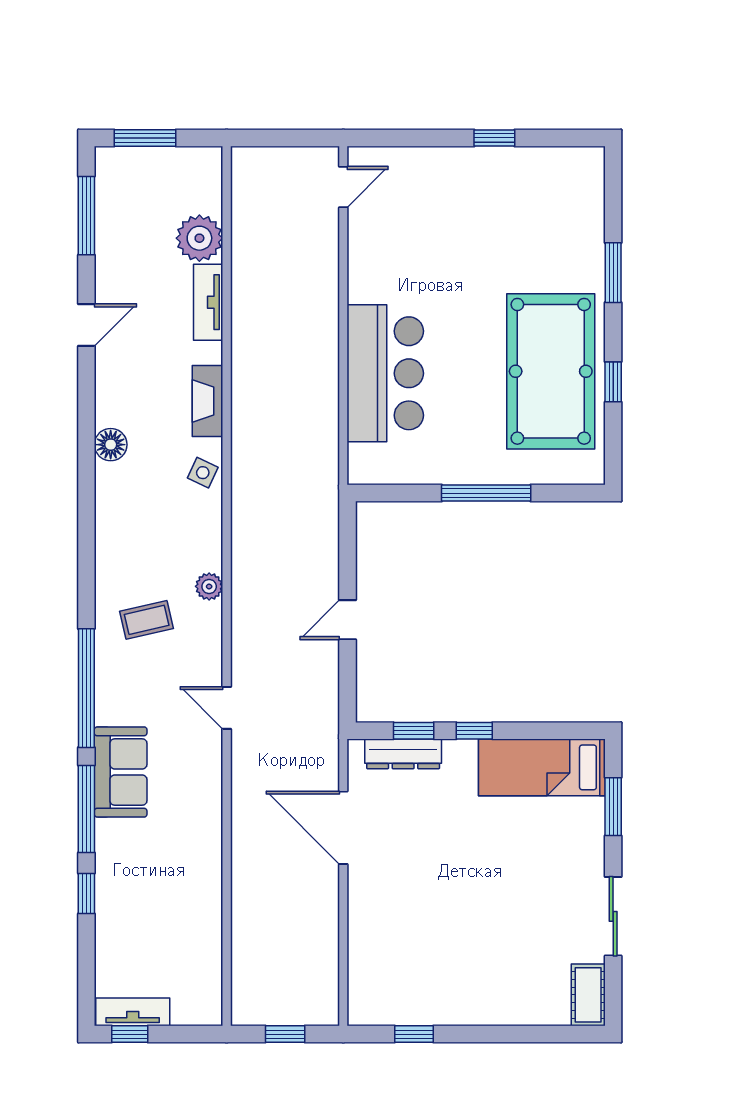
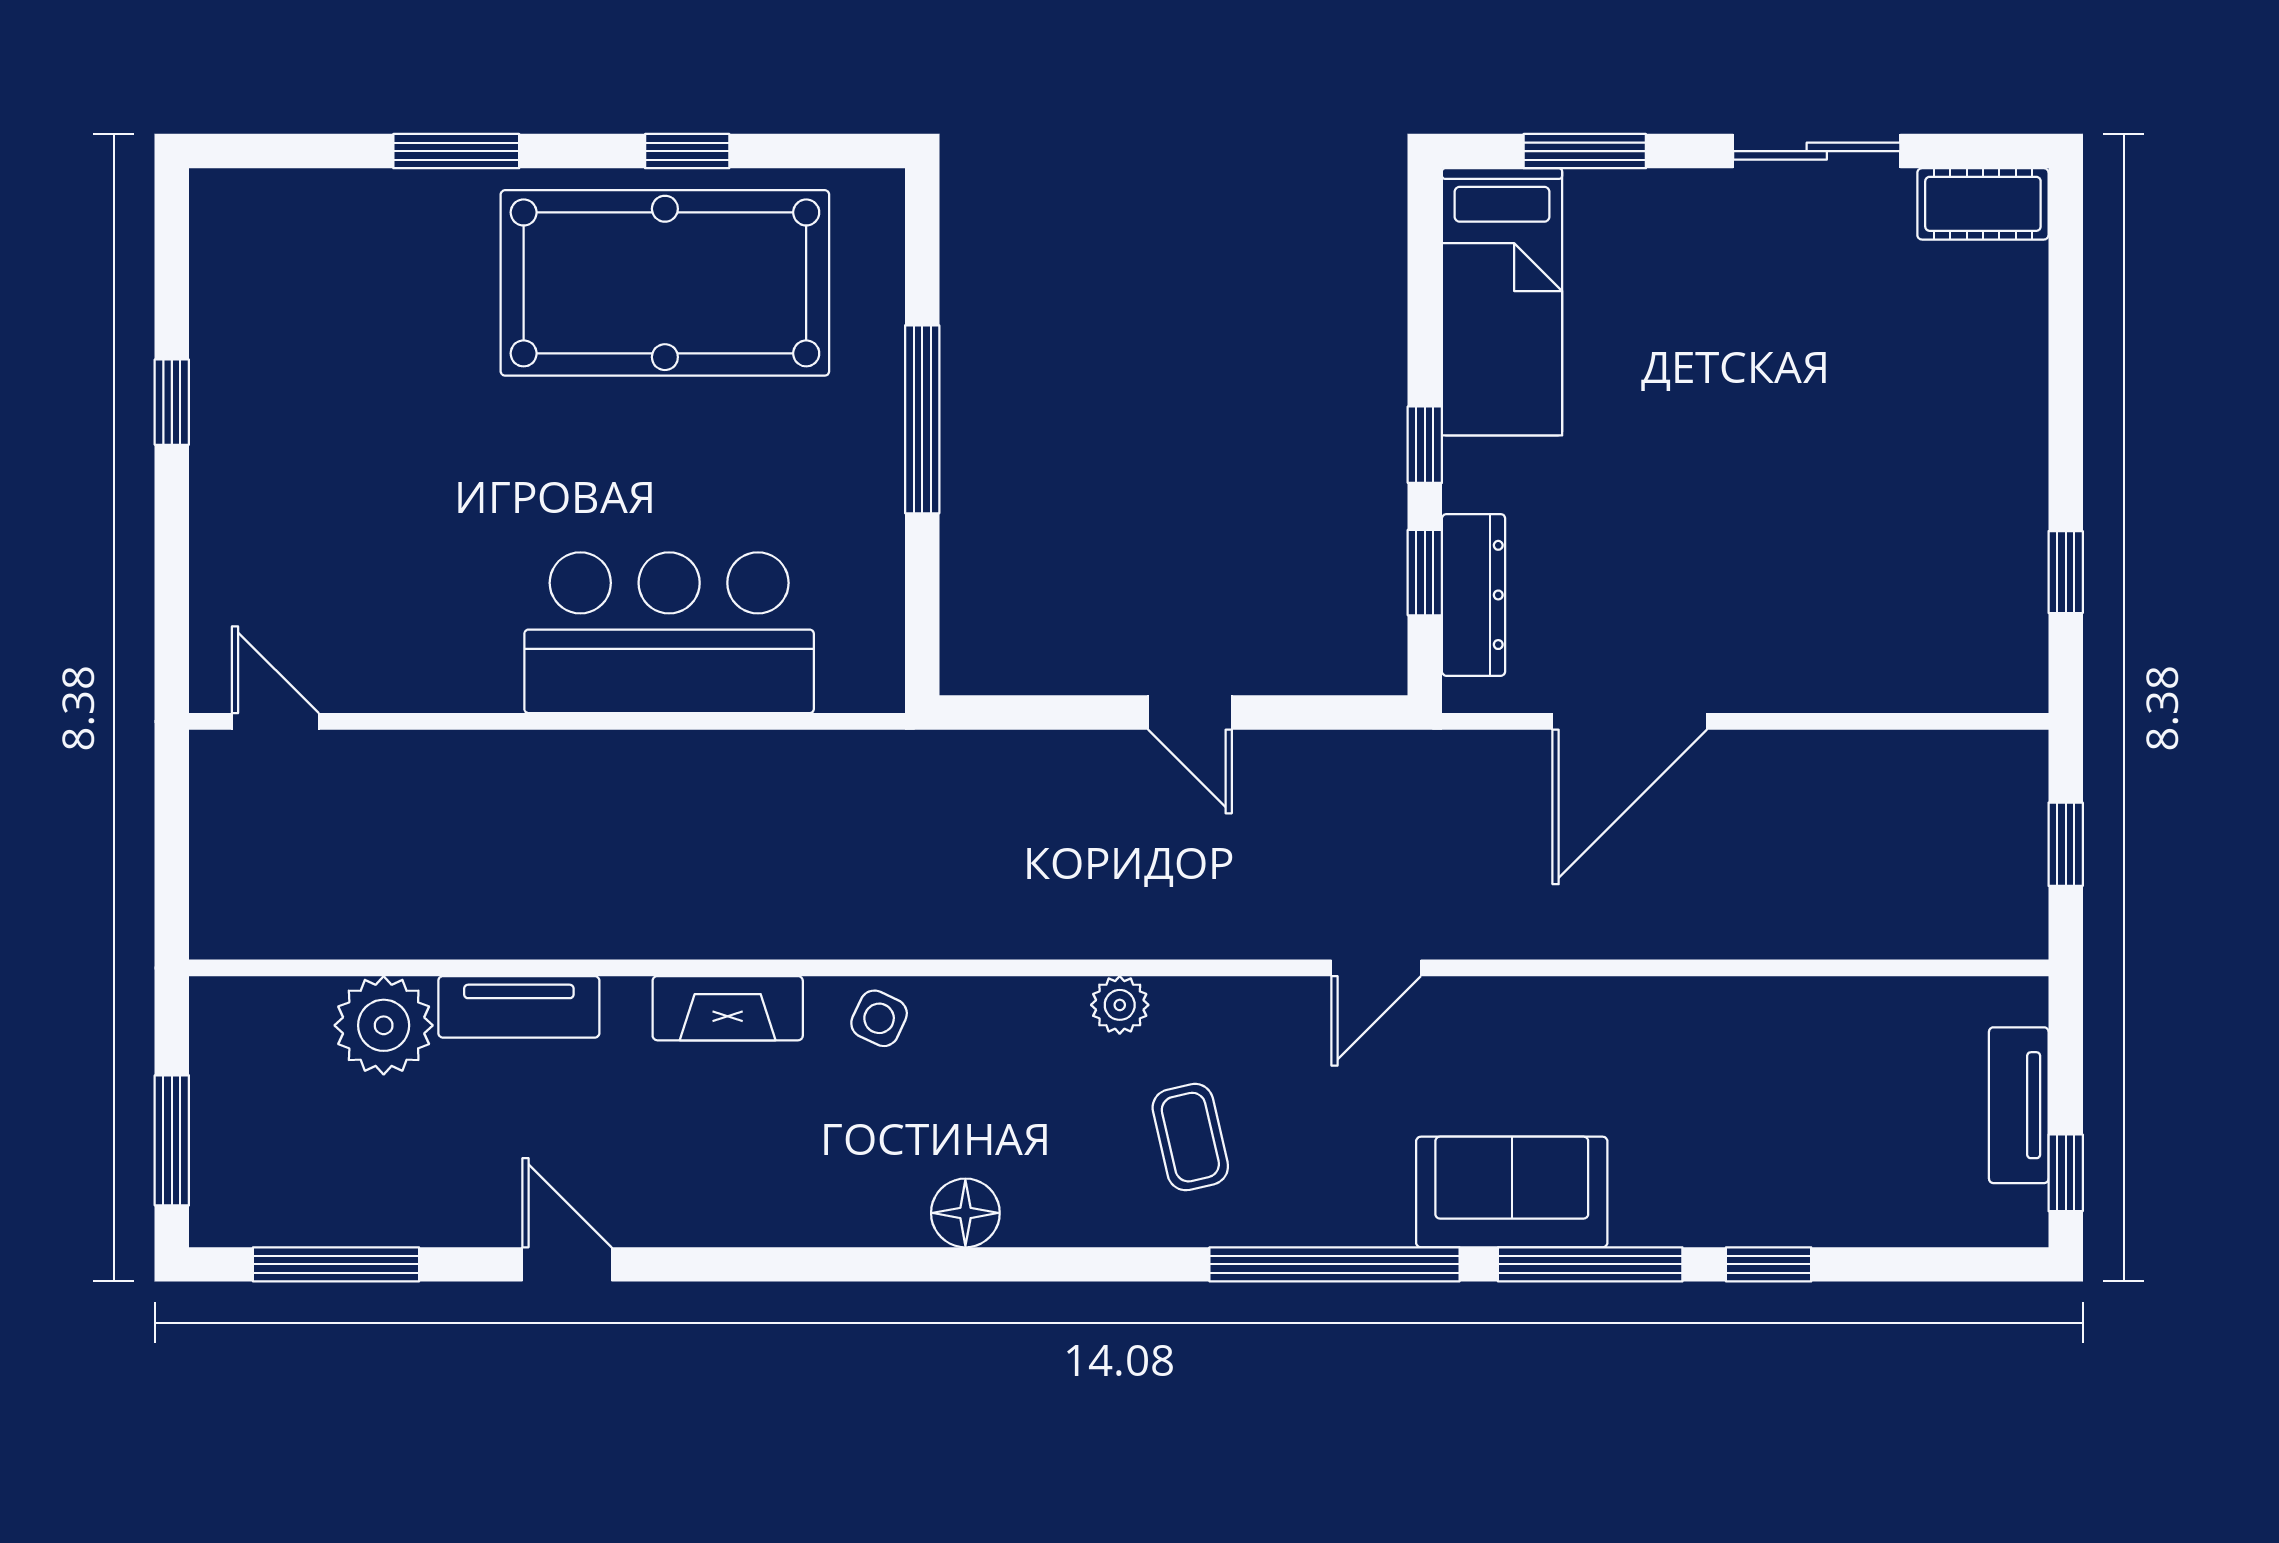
floor lamp: (111, 445) -> (965, 1213), moved
tv unit: (133, 1012) -> (2019, 1105), moved

